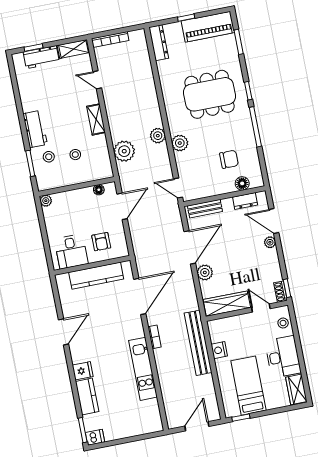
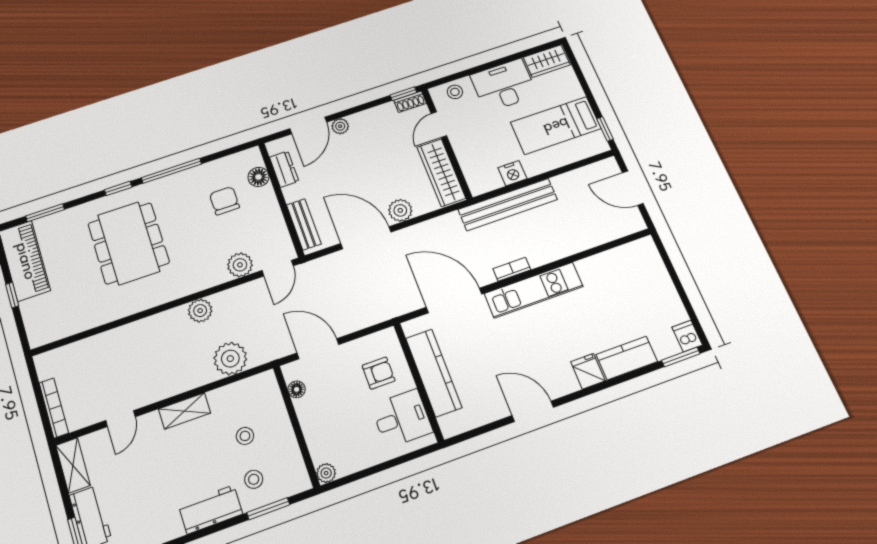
dresser: (159, 43) -> (54, 331), removed
plant: (180, 143) -> (240, 265), moved
kitchen unit: (143, 369) -> (534, 290), moved

